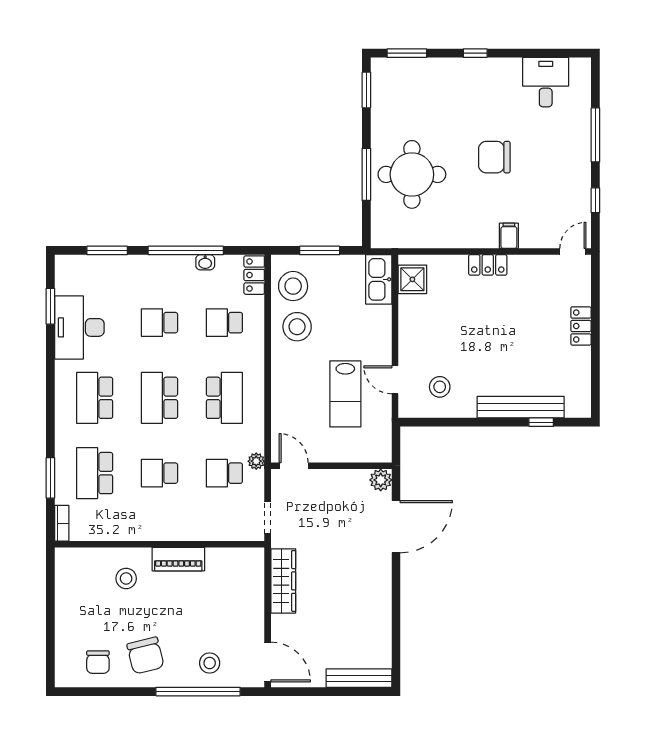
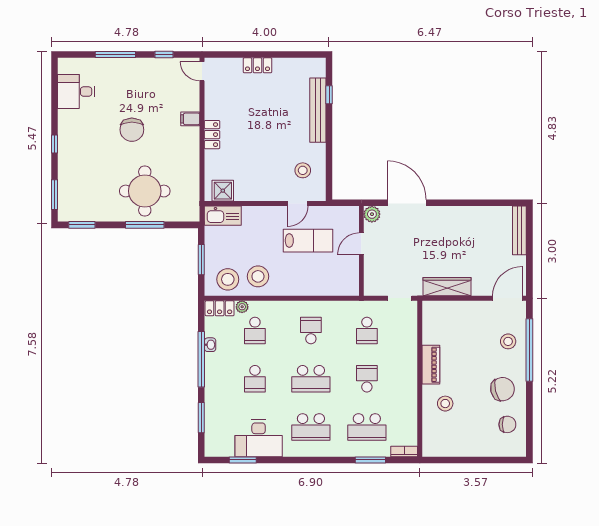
school desk: (224, 398) -> (311, 330), width x0.54
plant: (256, 461) -> (242, 307), moved
door: (294, 466) -> (361, 244), moved
school desk: (160, 473) -> (367, 379), turned 180

